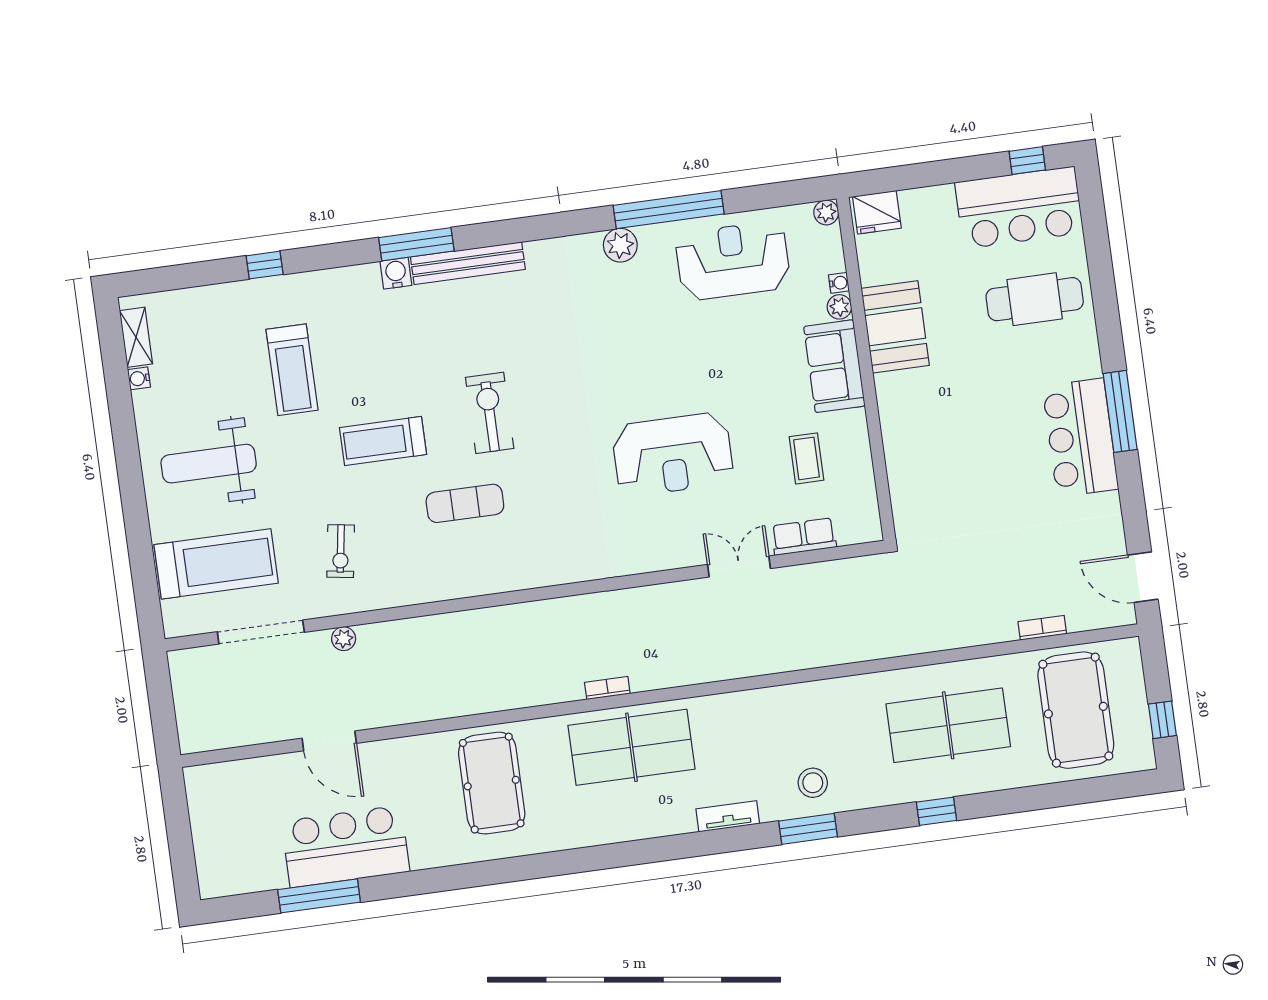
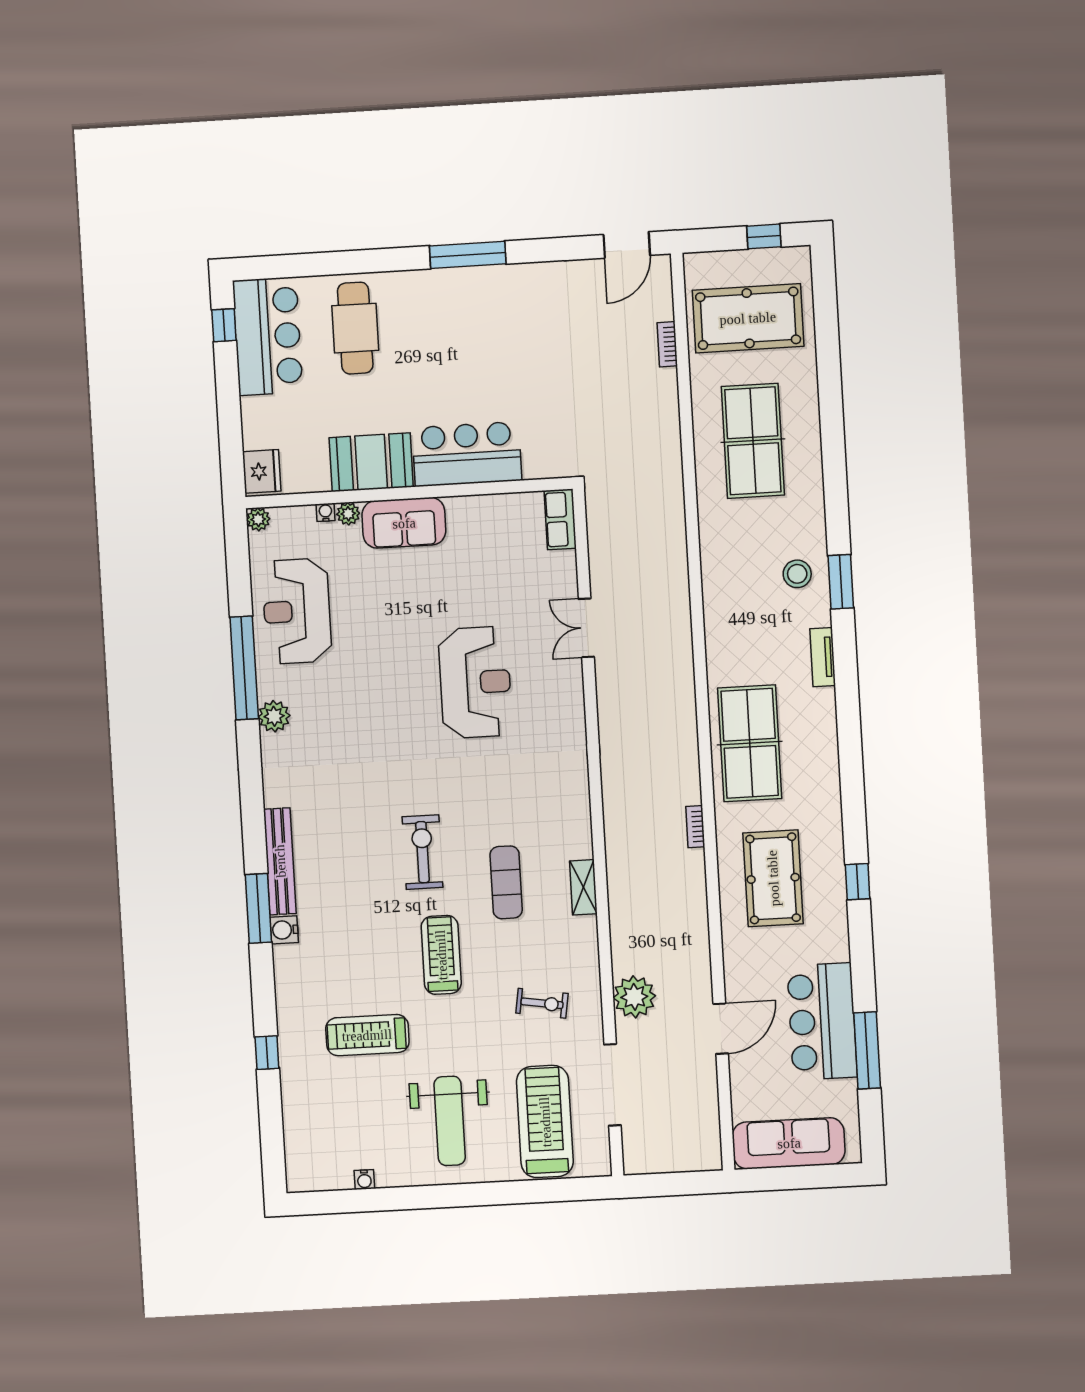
shelving: (136, 337) -> (583, 887), moved, turned 90
treadmill: (292, 370) -> (367, 1035), turned 180
exercise bike: (490, 413) -> (423, 852), turned 90
bar counter: (1080, 438) -> (467, 454), moved, turned 180
treadmill: (383, 441) -> (441, 955), turned 180
coffee table: (806, 458) -> (489, 556), removed
row of seats: (804, 537) -> (560, 519), moved
plant: (344, 639) -> (634, 997), width x1.87, depth x1.87
bookcase: (607, 688) -> (695, 827), moved
pool table: (492, 783) -> (773, 878), turned 90
window: (937, 811) -> (858, 882), moved
sofa: (215, 822) -> (789, 1143), added

